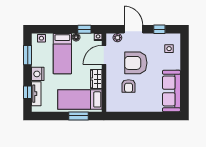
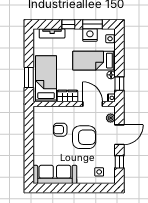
armchair: (136, 63) -> (84, 137), turned 90
nightstand: (38, 74) -> (90, 35), moved
window: (28, 92) -> (68, 24), moved

